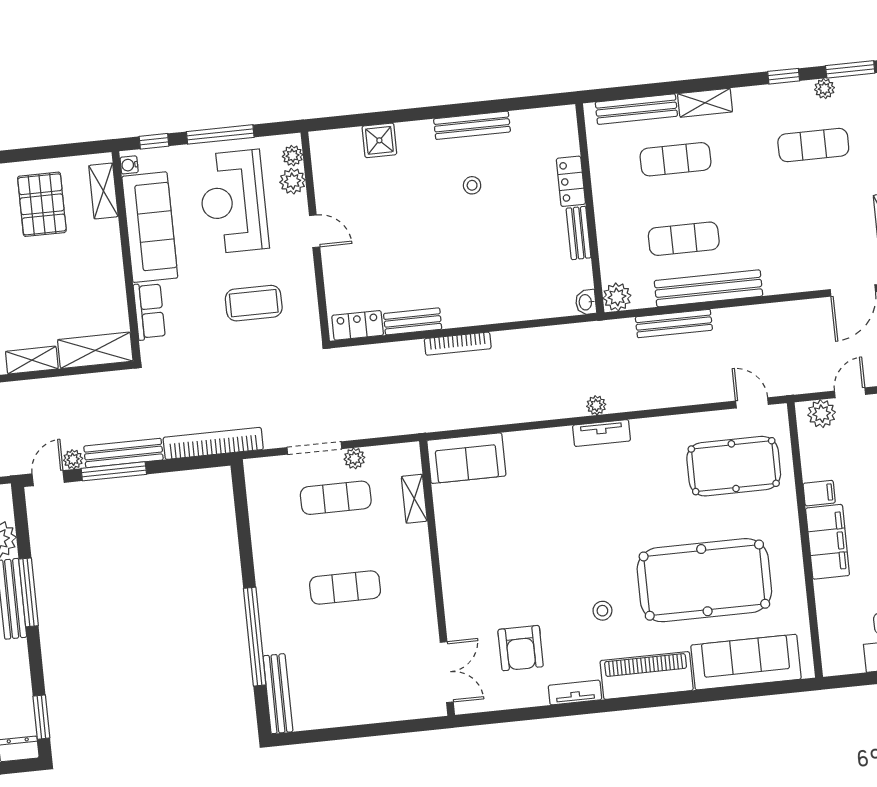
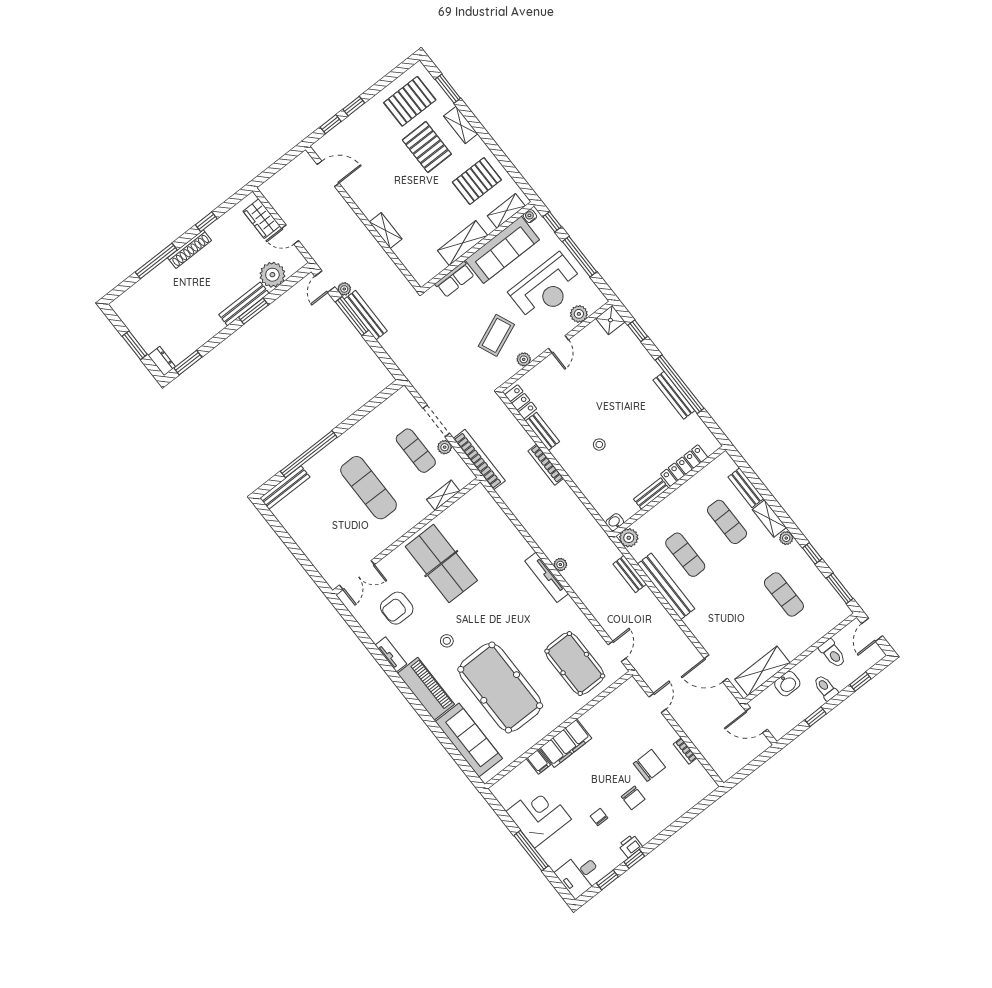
plant: (824, 89) -> (786, 538), moved
window: (463, 109) -> (680, 384), added
bench: (636, 109) -> (746, 488), width x0.73
window: (361, 120) -> (638, 331), added
shower: (379, 140) -> (610, 320), moved
plant: (293, 156) -> (524, 359), moved
locker: (571, 181) -> (684, 466), width x1.53
stool: (472, 185) -> (599, 445), moved
reception desk: (233, 202) -> (546, 288), turned 180
coffee table: (254, 303) -> (496, 335), turned 67
bench: (674, 324) -> (630, 574), width x0.73
shelving: (95, 350) -> (463, 243), moved, turned 90
door: (850, 393) -> (657, 703), hinge flipped
plant: (822, 414) -> (636, 694), removed
tv unit: (602, 433) -> (547, 577), width x1.41
bookcase: (213, 443) -> (479, 460), moved
sofa: (466, 458) -> (484, 510), removed
door: (48, 478) -> (325, 282), swing flipped
filing cabinet: (819, 493) -> (538, 762), moved
table tennis table: (500, 556) -> (441, 564), added
exercise mat: (345, 588) -> (369, 488), width x1.36, depth x1.45
window: (29, 592) -> (253, 311), width x0.69

